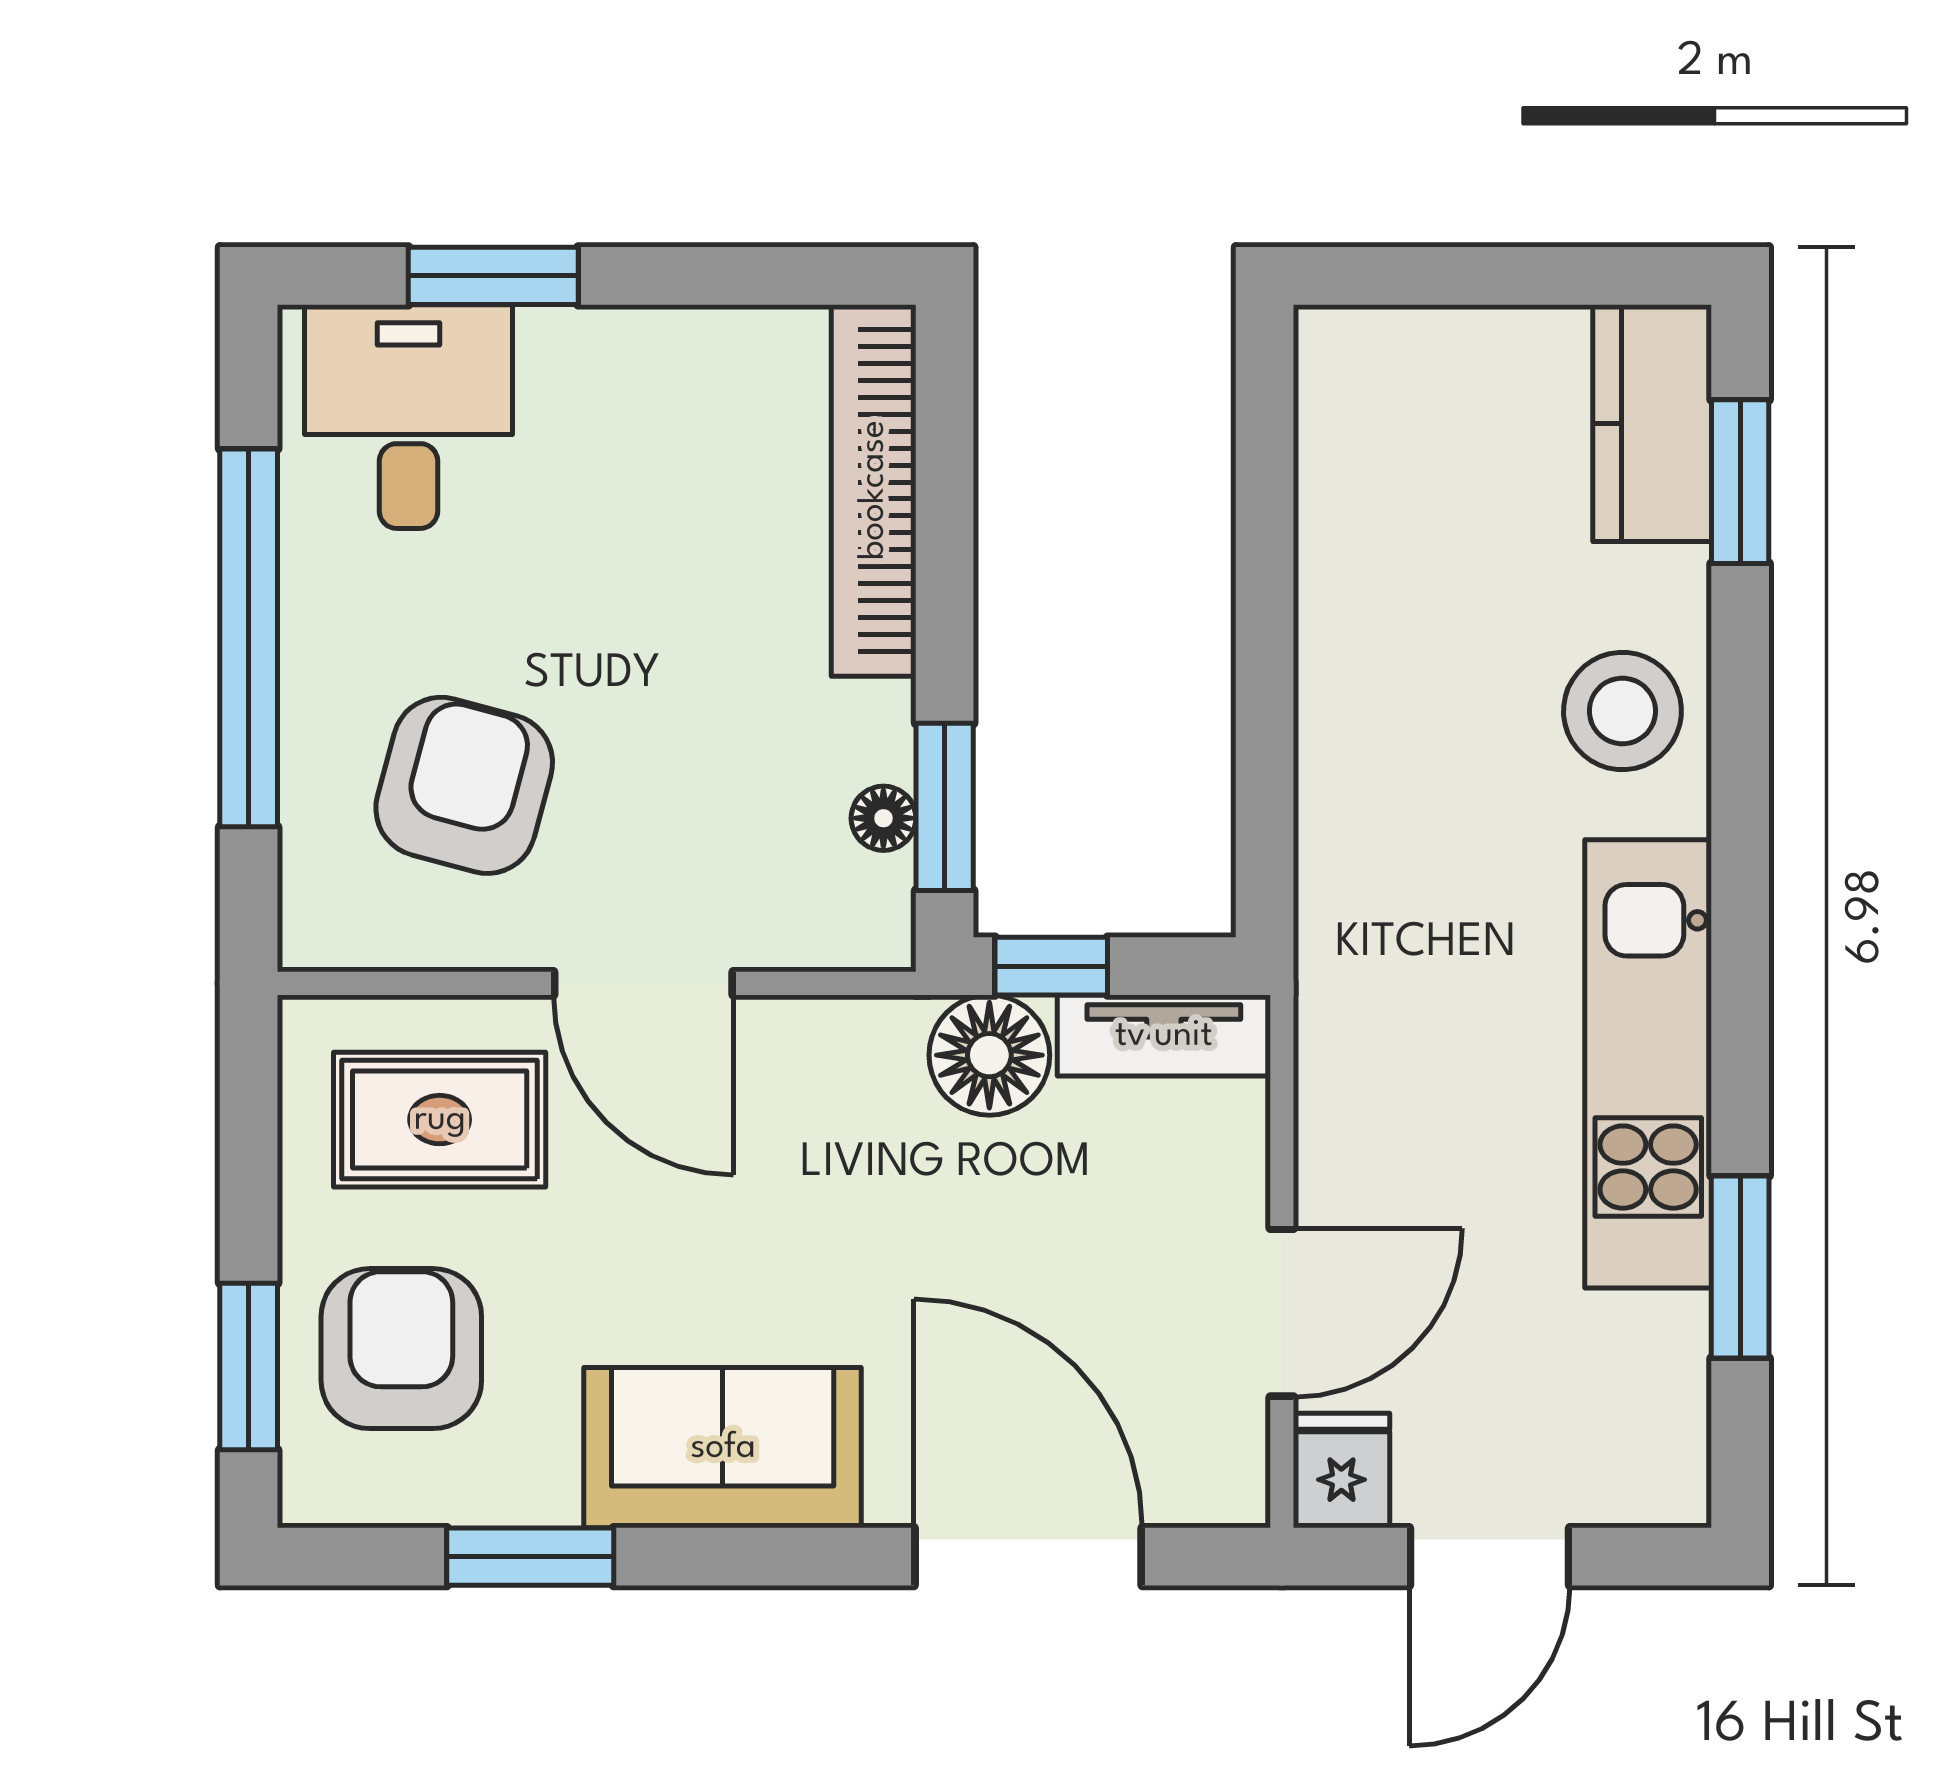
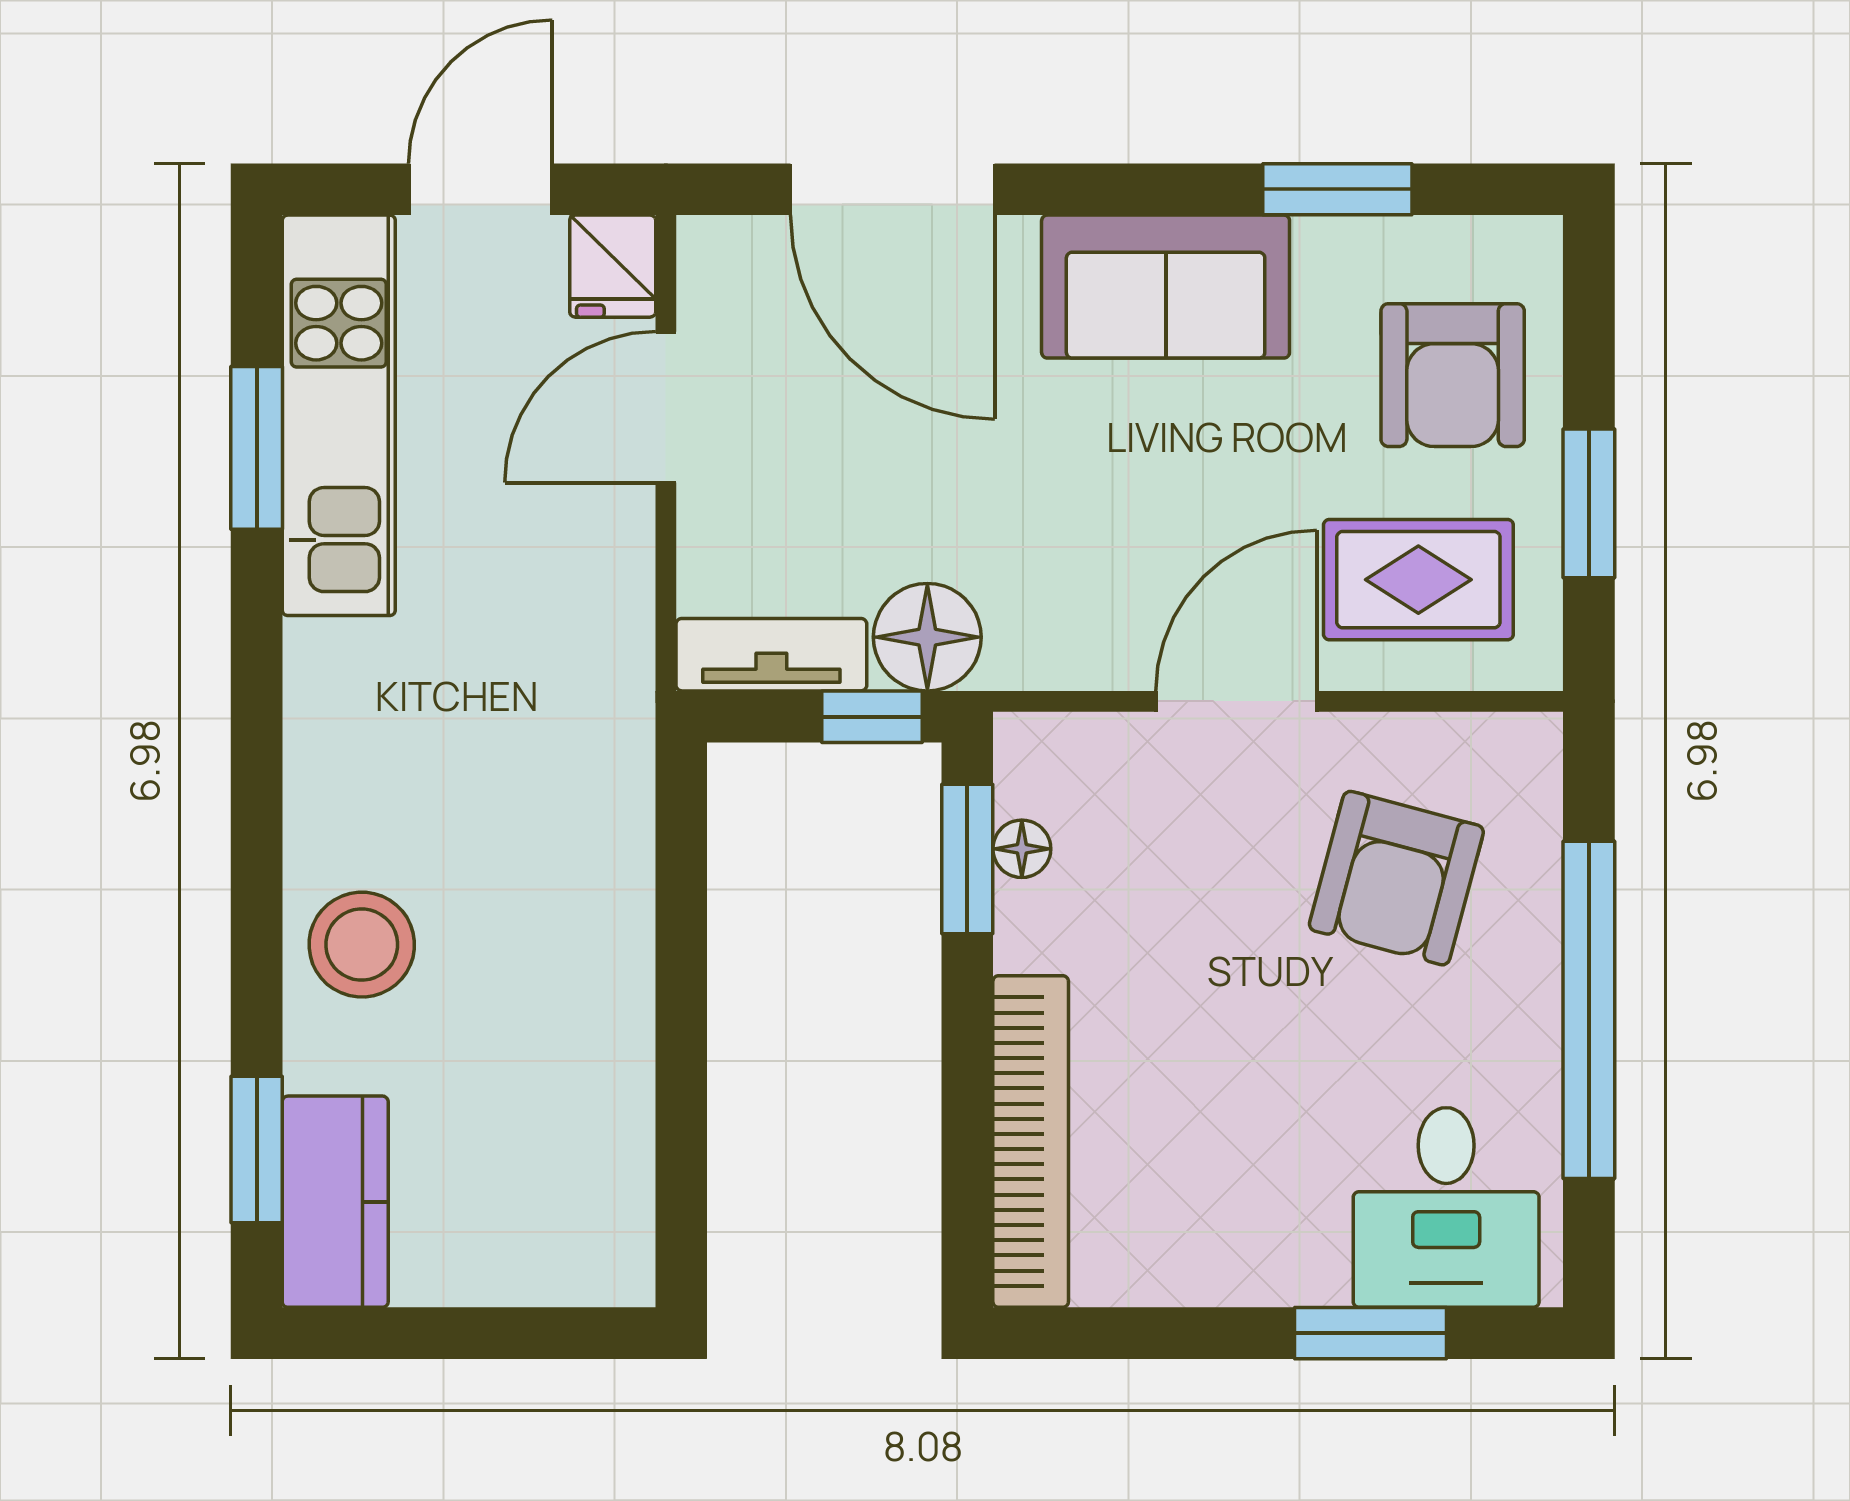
door: (643, 983) -> (1236, 701), hinge flipped
kitchen unit: (1648, 1064) -> (339, 415), moved
window: (249, 1367) -> (1589, 503), moved

